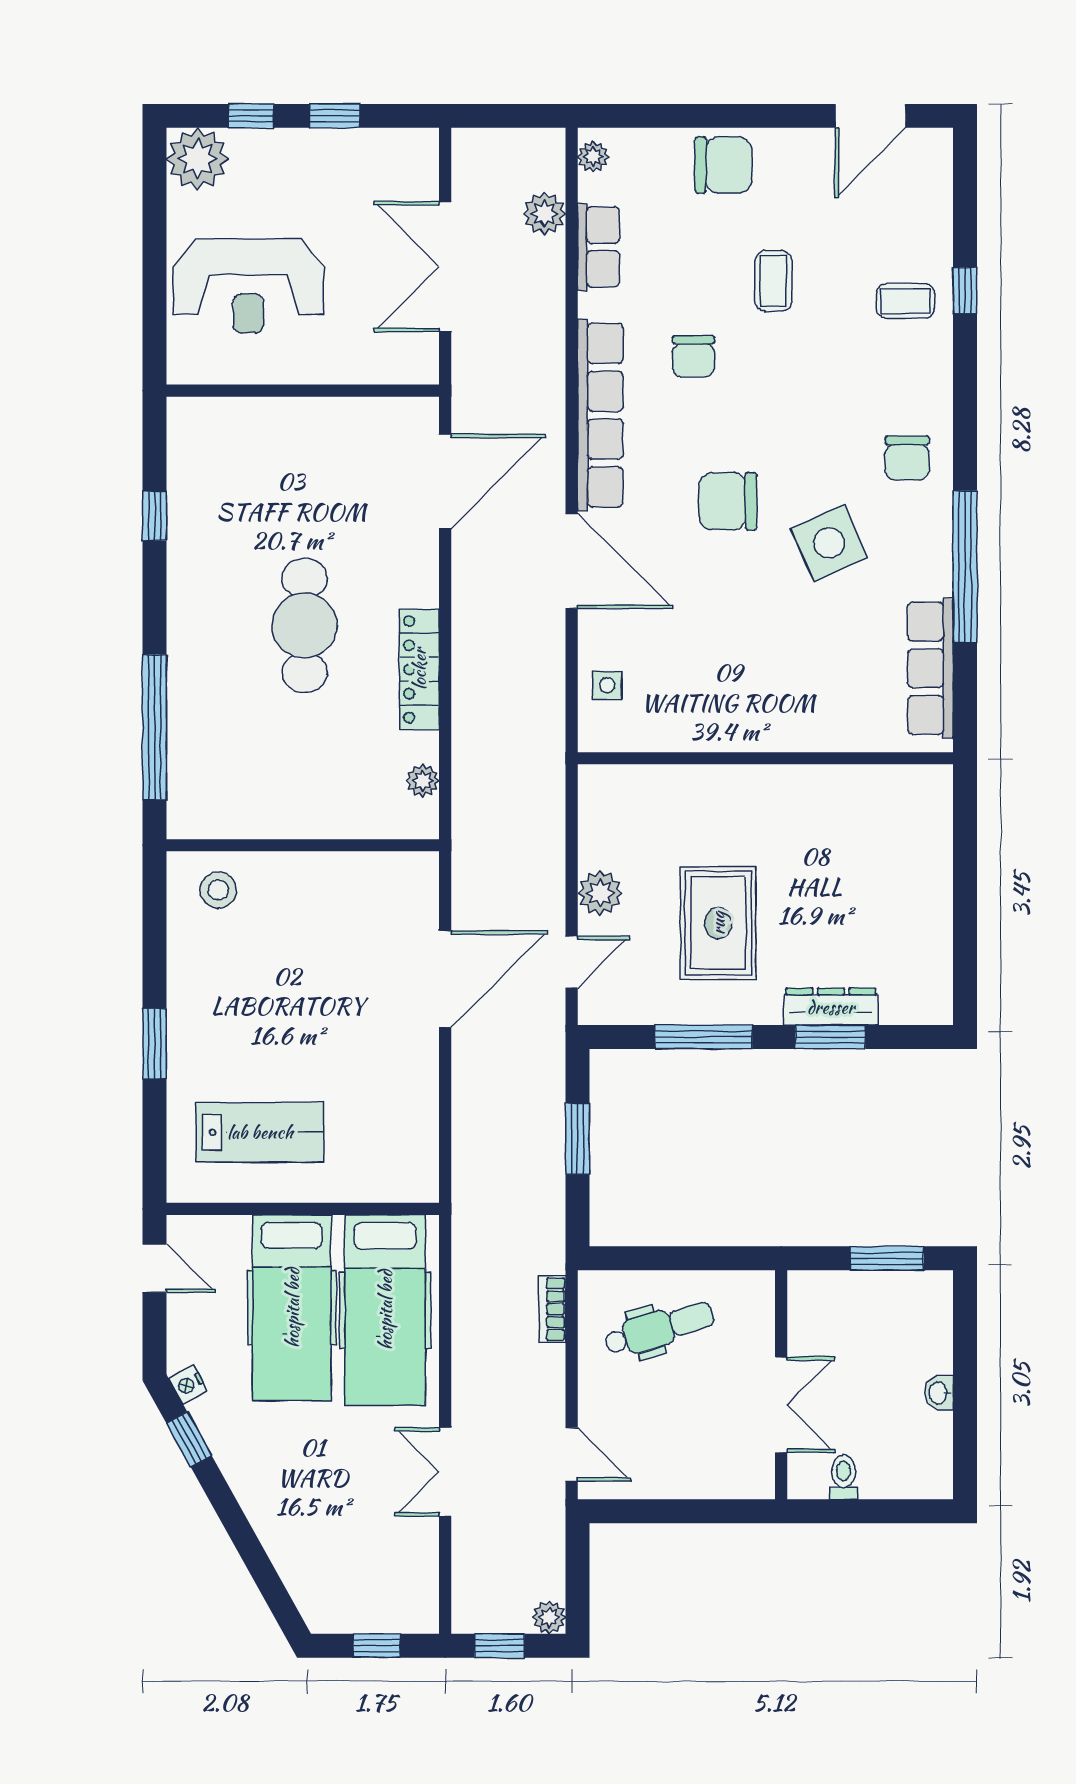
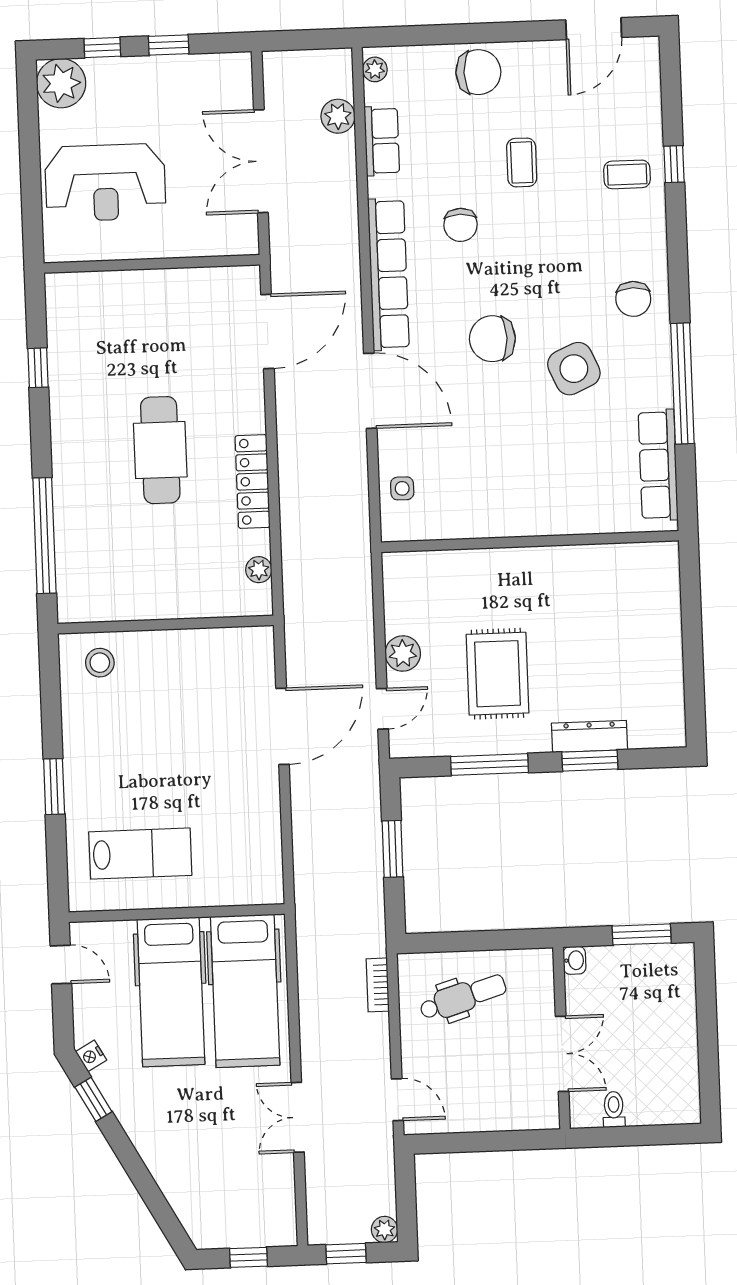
washbasin: (939, 1393) -> (574, 960), moved, turned 180

